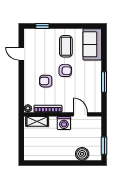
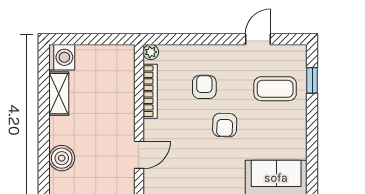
coffee table: (66, 46) -> (275, 89), moved
shelving: (37, 121) -> (59, 94), moved
washing machine: (64, 123) -> (62, 57), moved, turned 180

